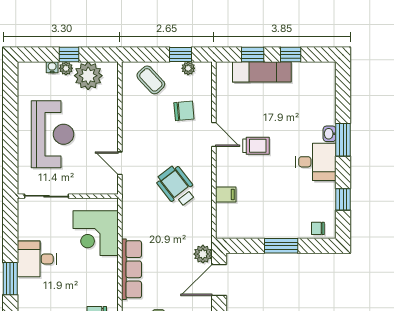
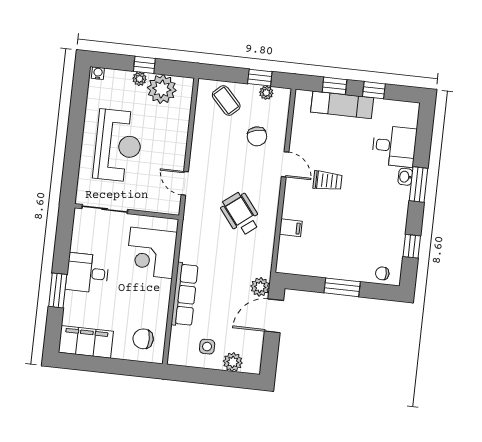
water cooler: (52, 67) -> (98, 73), moved
chair: (184, 111) -> (257, 136), turned 81
desk: (316, 162) -> (394, 146), moved

